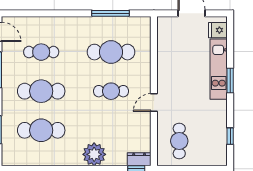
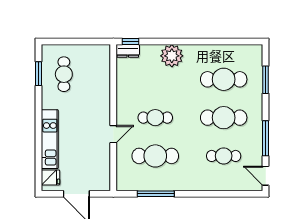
window: (230, 81) -> (39, 128), removed
door: (154, 102) -> (113, 134), moved
window: (230, 136) -> (39, 74), width x1.50
cafe table: (179, 141) -> (64, 74), moved

